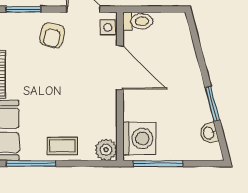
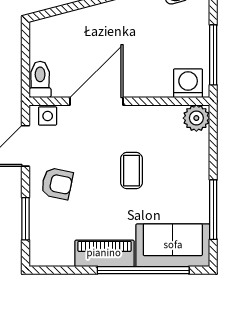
washing machine: (139, 138) -> (188, 83), width x0.73, depth x0.73
coffee table: (62, 146) -> (132, 171), moved

